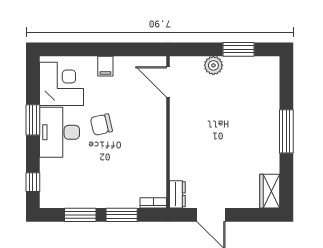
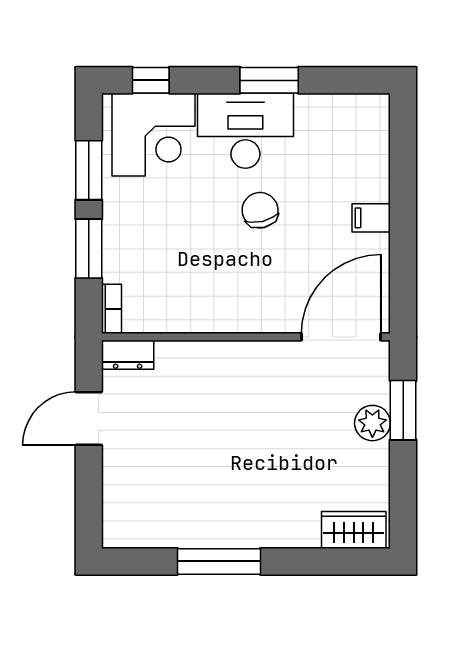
window: (239, 49) -> (403, 410), moved
door: (168, 82) -> (341, 337), width x1.36
corner desk: (62, 84) -> (154, 135), moved
window: (286, 131) -> (219, 561), moved
wardrobe: (270, 191) -> (354, 530), moved

